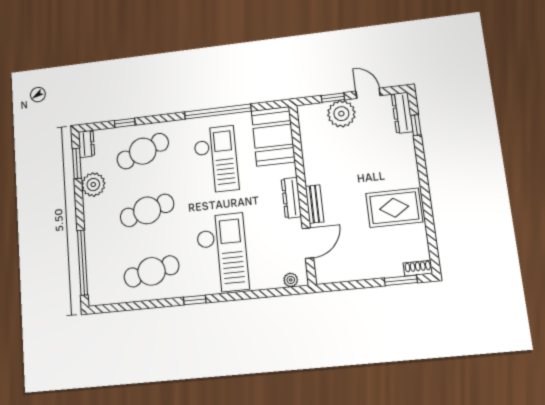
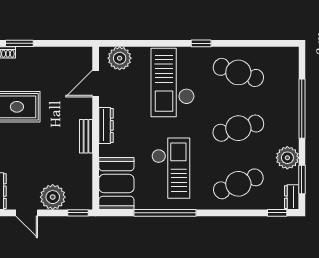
window: (333, 98) -> (78, 213), moved
window: (125, 123) -> (277, 213), moved
checkout: (216, 159) -> (171, 168), turned 180
bench: (314, 204) -> (86, 136), moved
window: (82, 262) -> (302, 109), moved
cafe table: (151, 271) -> (238, 72), turned 30
plant: (291, 280) -> (120, 58), width x1.87, depth x1.87

